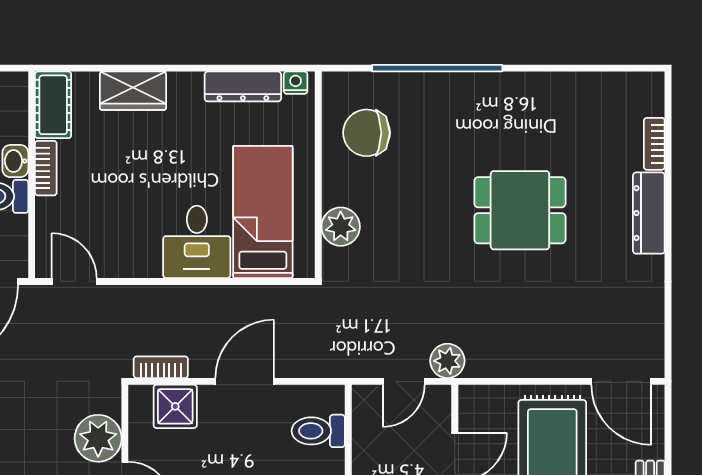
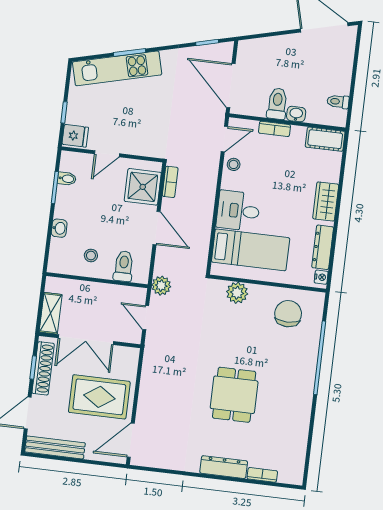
wardrobe: (133, 91) -> (326, 201), moved
bookcase: (46, 168) -> (274, 129), moved
stool: (117, 260) -> (234, 164), added
plant: (447, 361) -> (161, 286), moved
shower: (175, 406) -> (143, 187), width x1.36, depth x1.36
plant: (98, 438) -> (134, 142), removed

